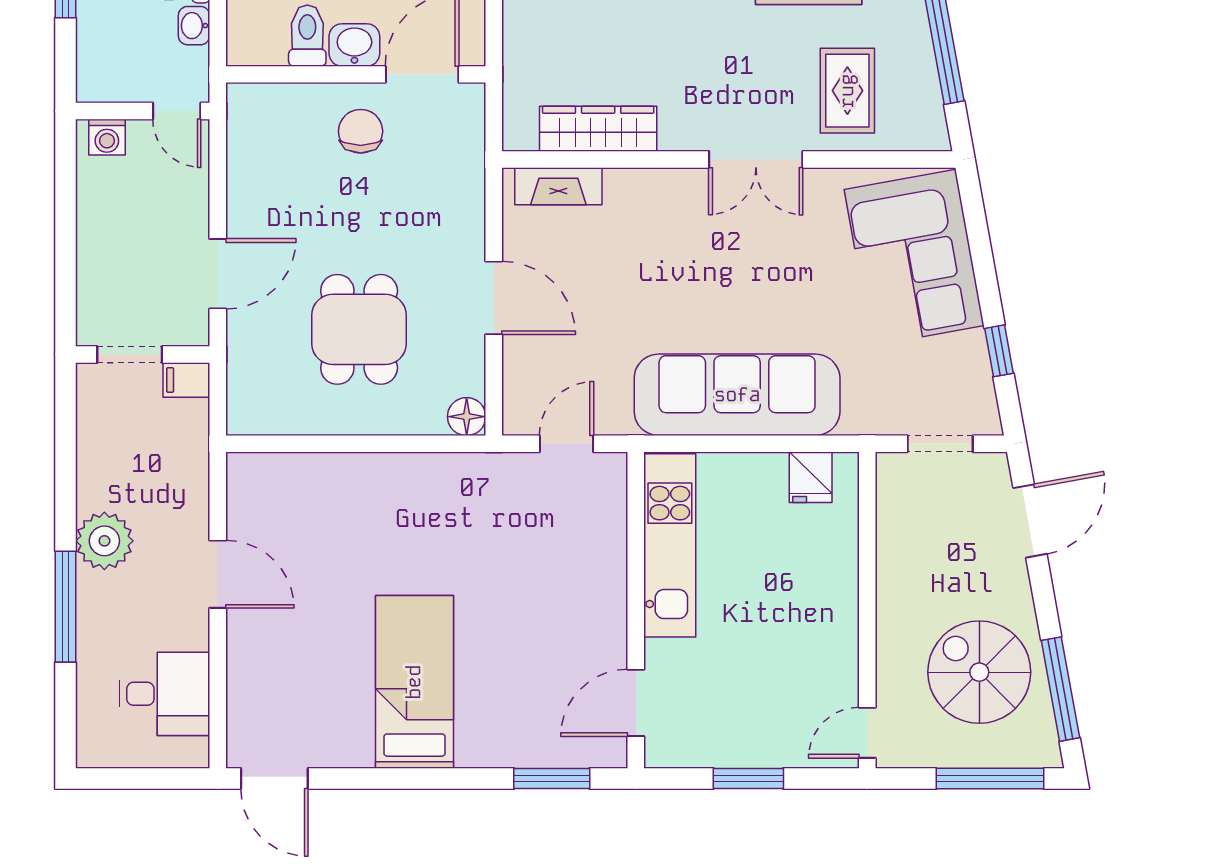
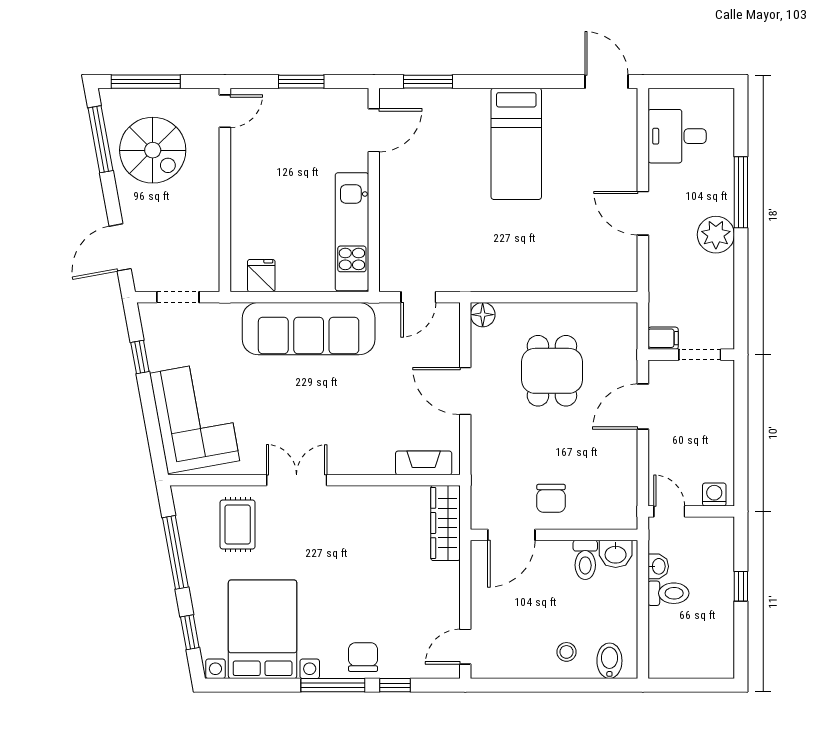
washbasin: (354, 45) -> (616, 554), moved
wardrobe: (598, 129) -> (445, 523), moved, turned 90

